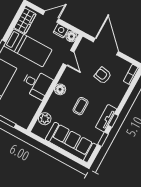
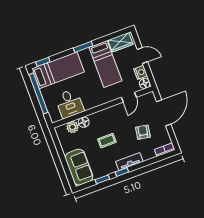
desk: (37, 84) -> (70, 104), moved
floor lamp: (60, 89) -> (84, 122), moved
tv unit: (106, 118) -> (129, 162), moved
sofa: (71, 142) -> (79, 167), width x0.73

